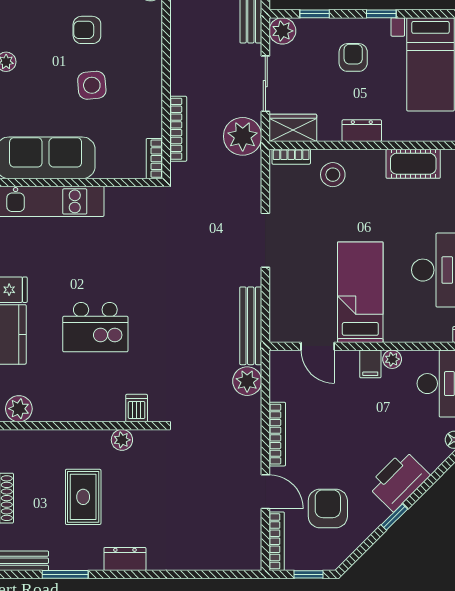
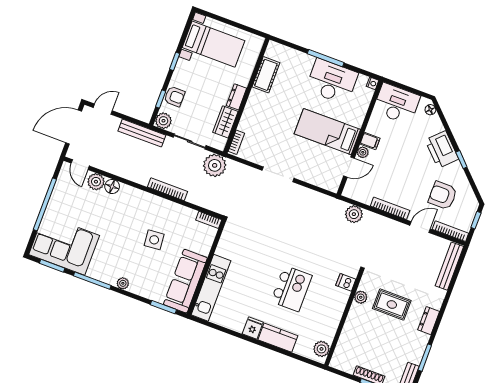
armchair: (87, 30) -> (122, 231), removed
armchair: (353, 57) -> (174, 96), moved, turned 180
wardrobe: (293, 128) -> (225, 122), moved
bookcase: (178, 129) -> (168, 189), moved
stool: (333, 175) -> (255, 122), removed
bench: (251, 326) -> (449, 266), moved, turned 90
plant: (392, 359) -> (363, 152), moved
rug: (83, 497) -> (392, 305), moved

